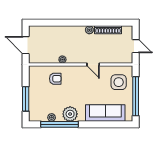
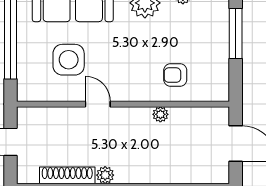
side table: (119, 82) -> (69, 60), moved

